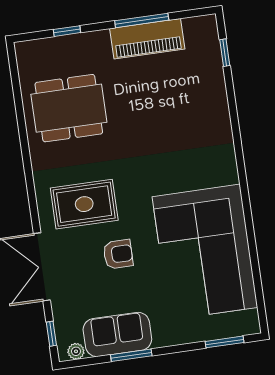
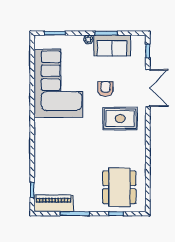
piano: (147, 39) -> (54, 203), moved
dining table: (69, 108) -> (119, 187), moved, turned 90
armchair: (118, 254) -> (106, 89), turned 90
plant: (76, 351) -> (88, 39), moved

